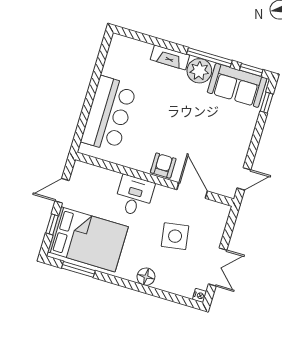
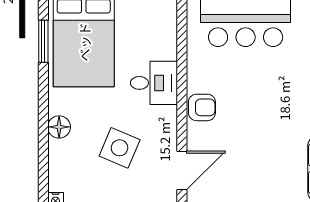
door: (192, 190) -> (182, 170), moved
side table: (175, 236) -> (120, 148), turned 32

